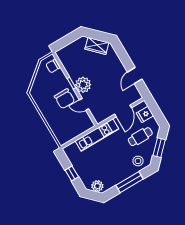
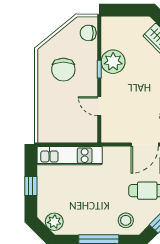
plant: (83, 85) -> (113, 62), moved
chair: (65, 99) -> (63, 70), moved
kitchen unit: (97, 135) -> (70, 156), moved

